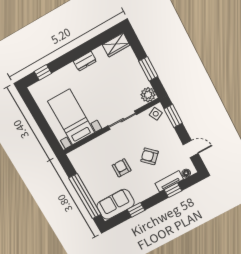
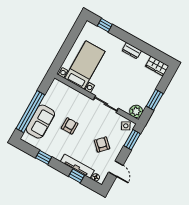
armchair: (150, 156) -> (102, 144), moved
tv unit: (169, 181) -> (77, 166), width x1.41
sofa: (116, 204) -> (40, 122), moved, turned 90

